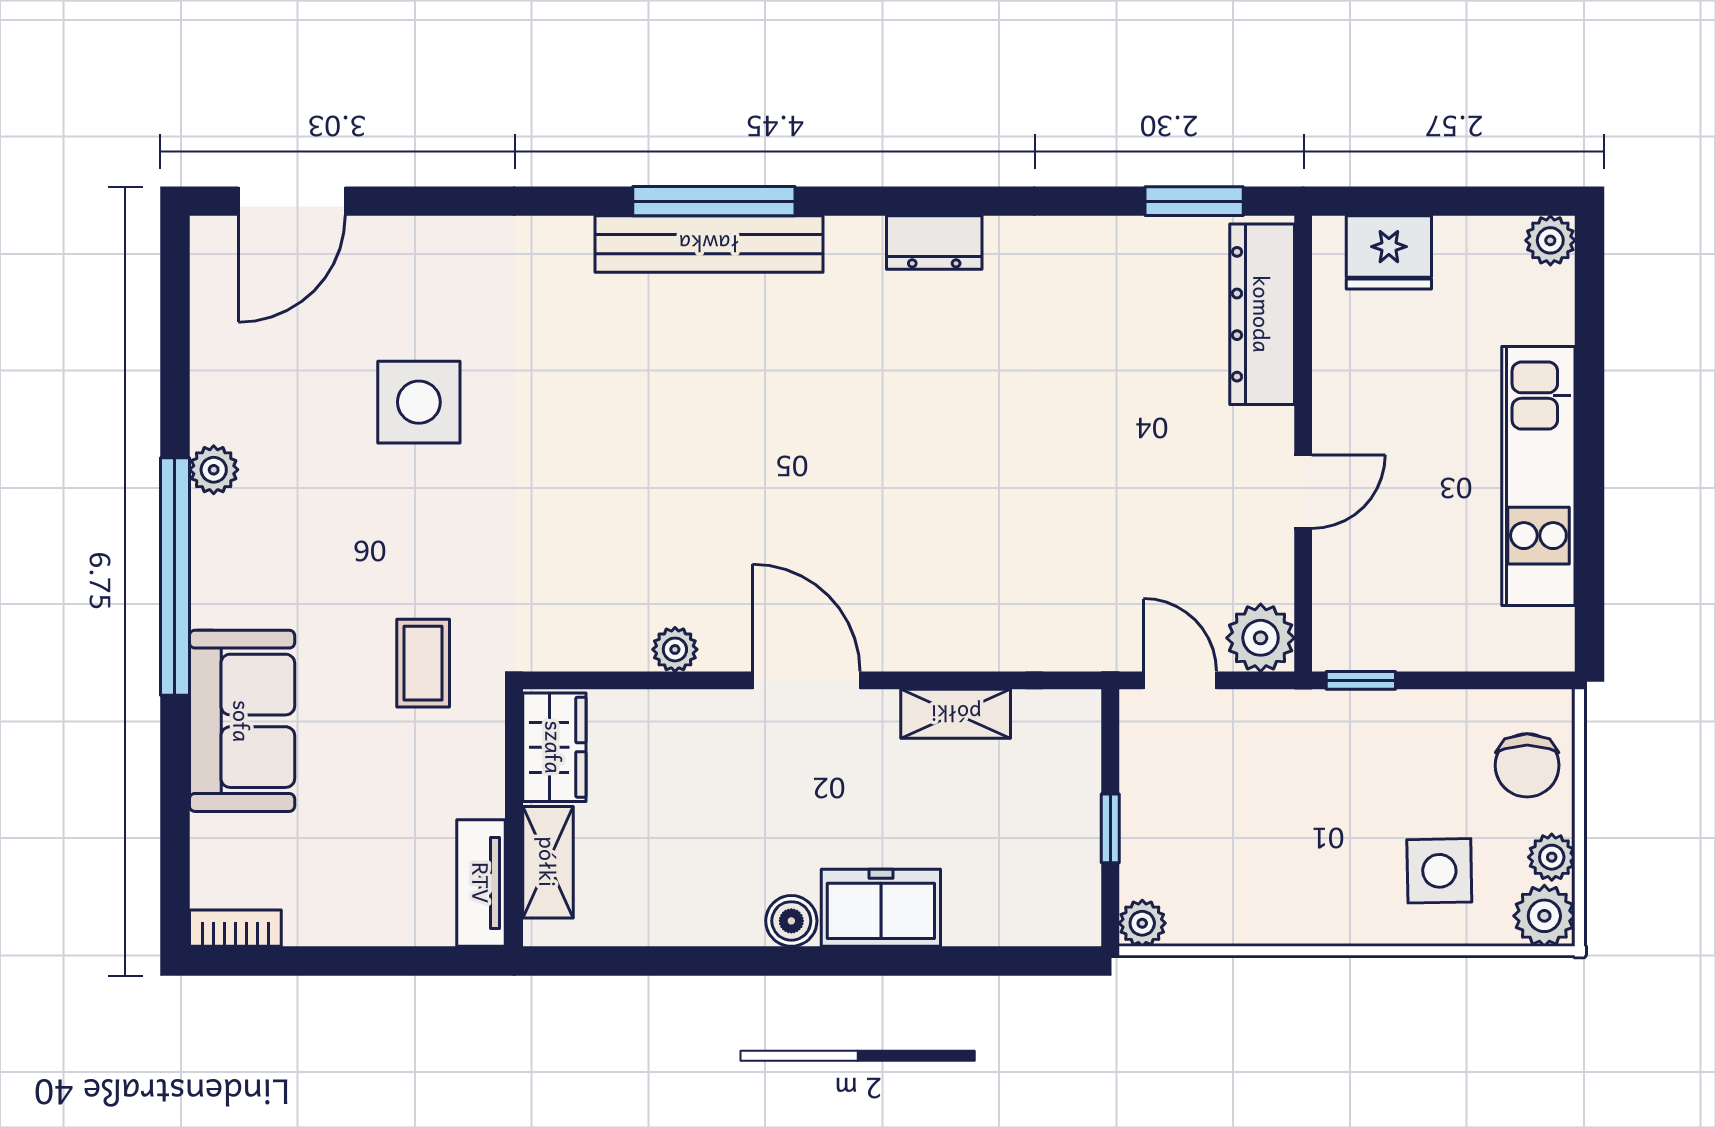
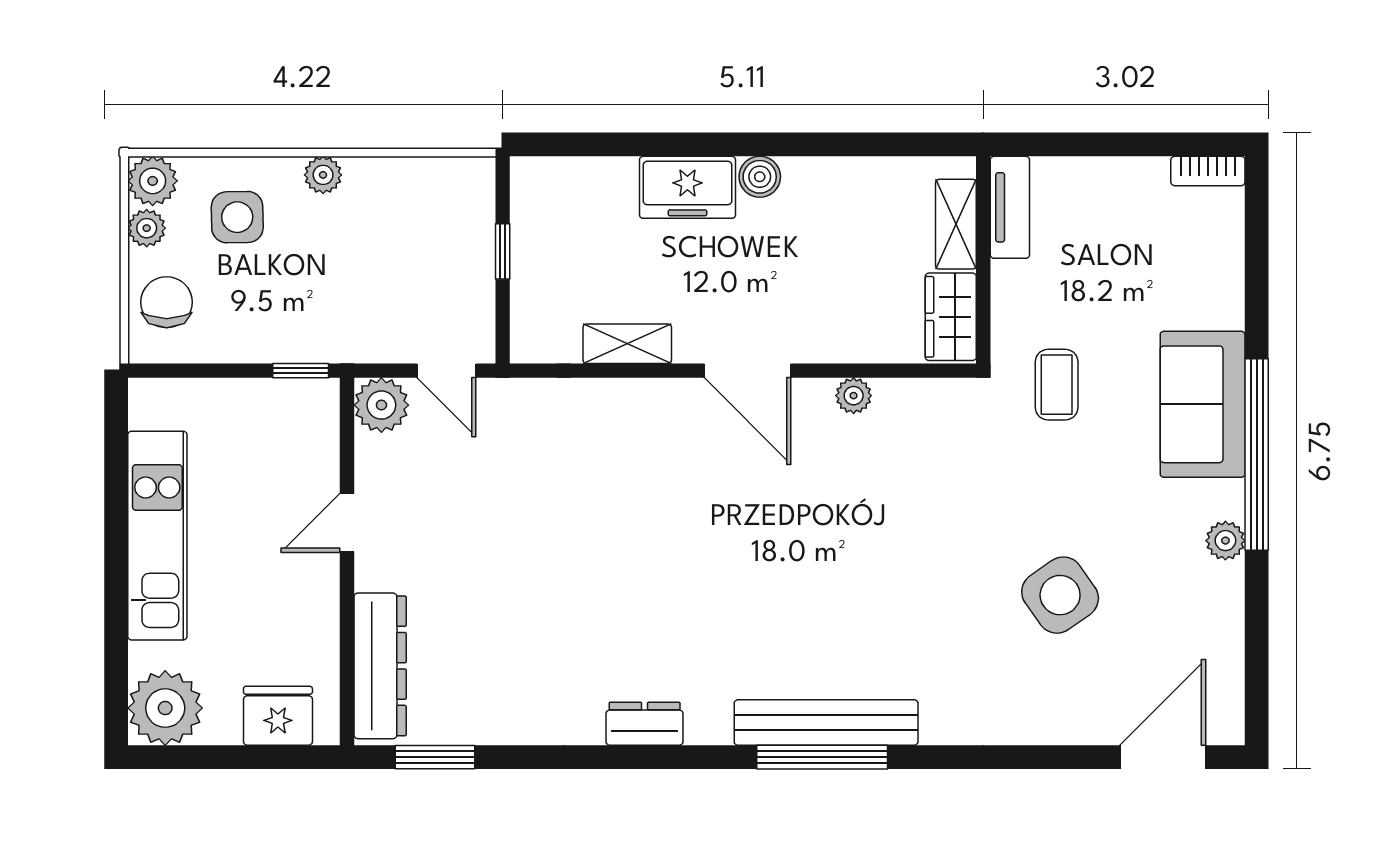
plant: (1550, 240) -> (165, 708), width x1.88, depth x1.88
side table: (419, 402) -> (1060, 595), turned -35
sofa: (242, 721) -> (1203, 404), moved
plant: (1142, 923) -> (323, 175), moved

